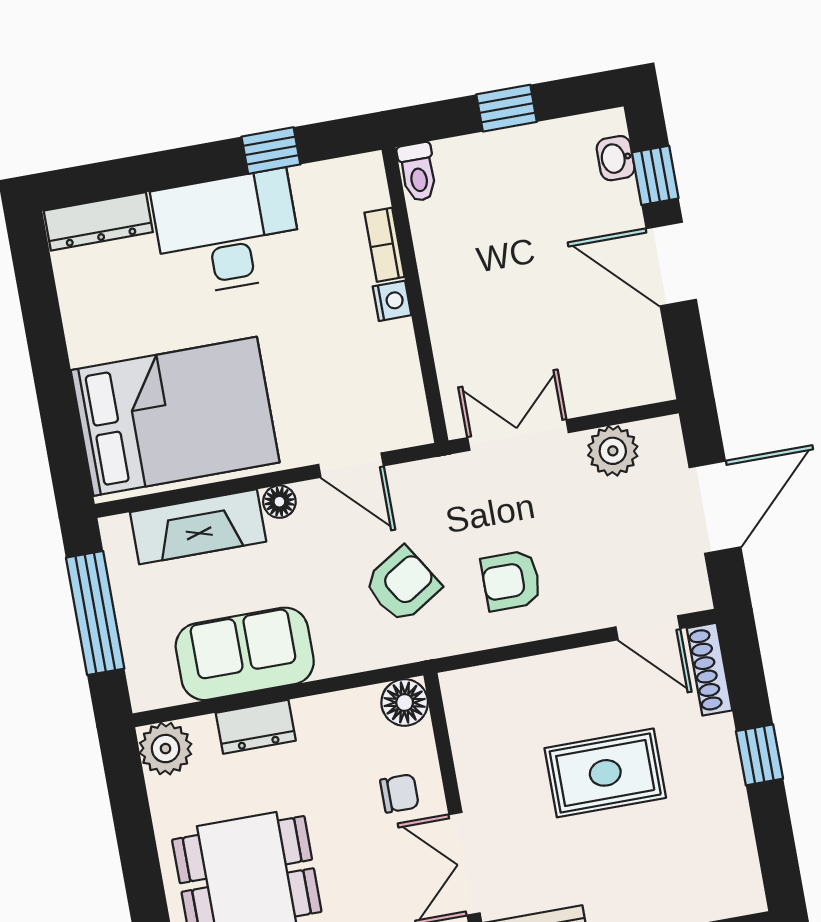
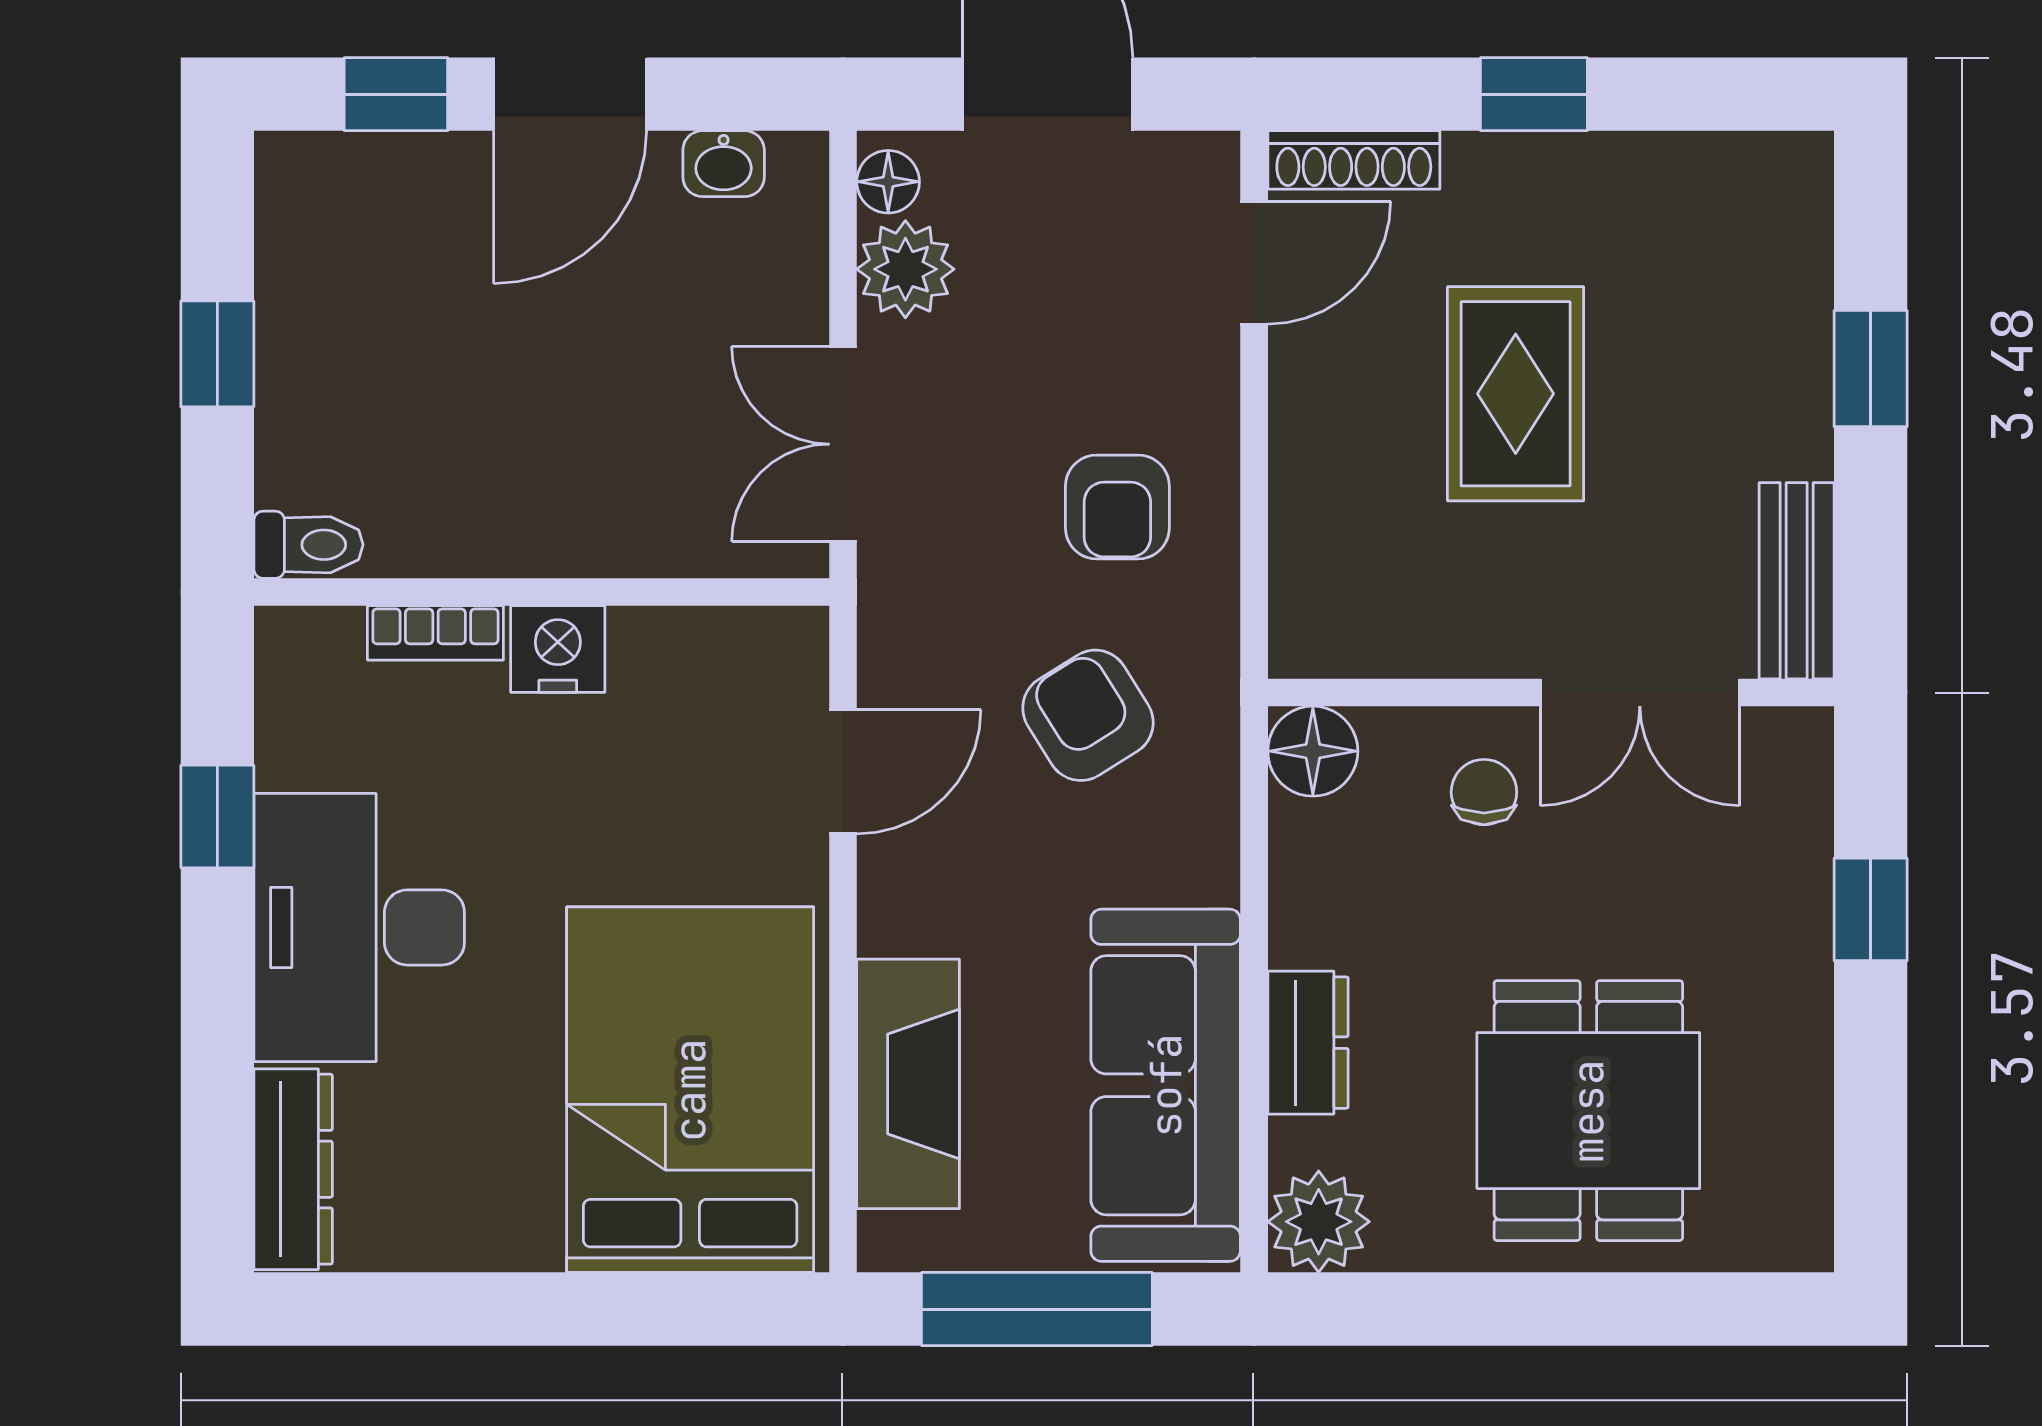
washbasin: (616, 158) -> (724, 164), moved
nightstand: (392, 301) -> (558, 649), width x1.39, depth x1.35
floor lamp: (279, 502) -> (888, 182), moved
sofa: (245, 654) -> (1166, 1085), width x1.36

